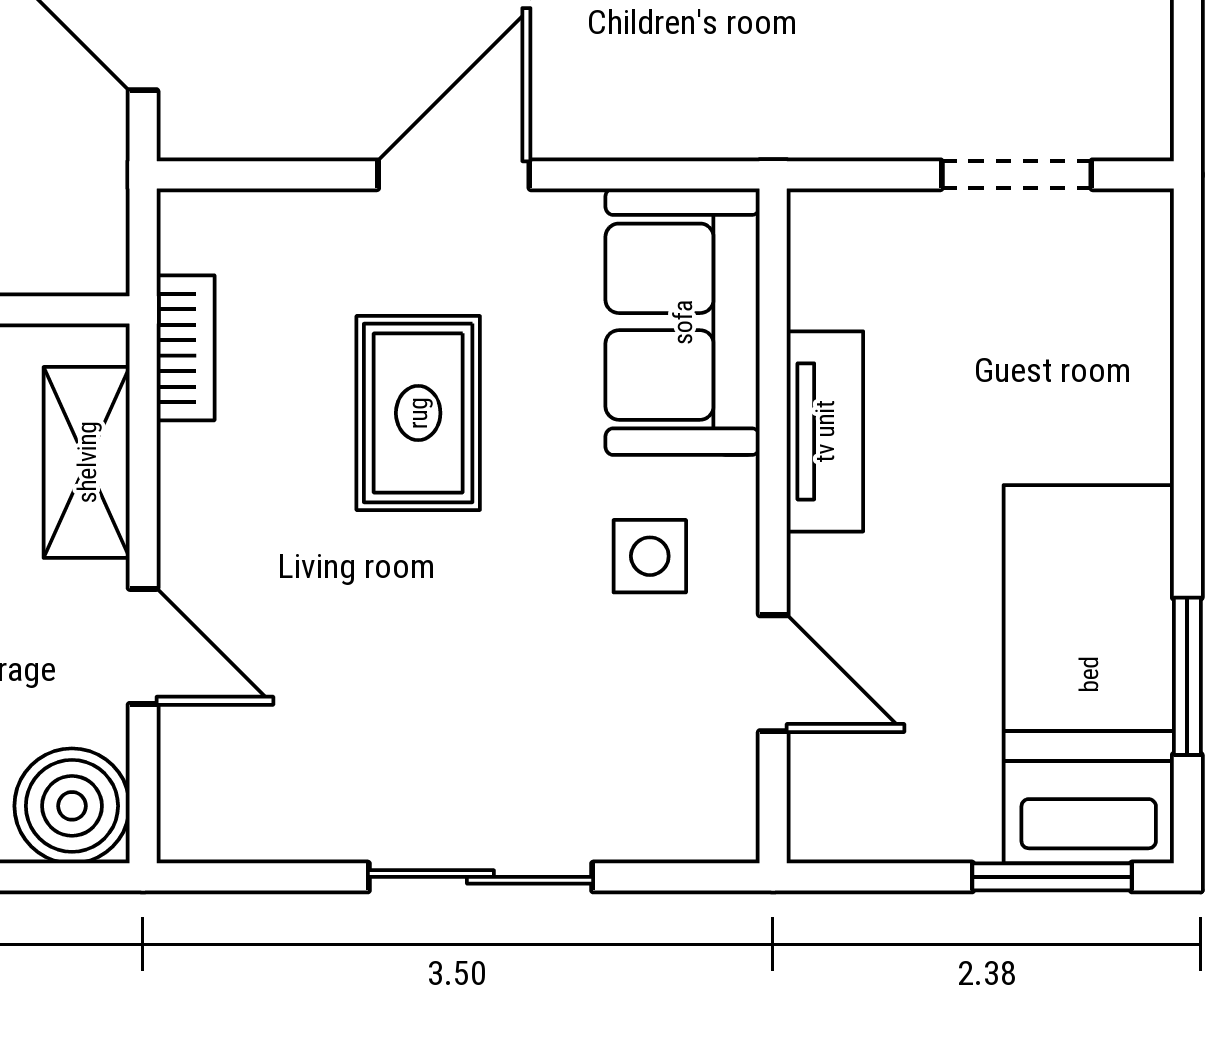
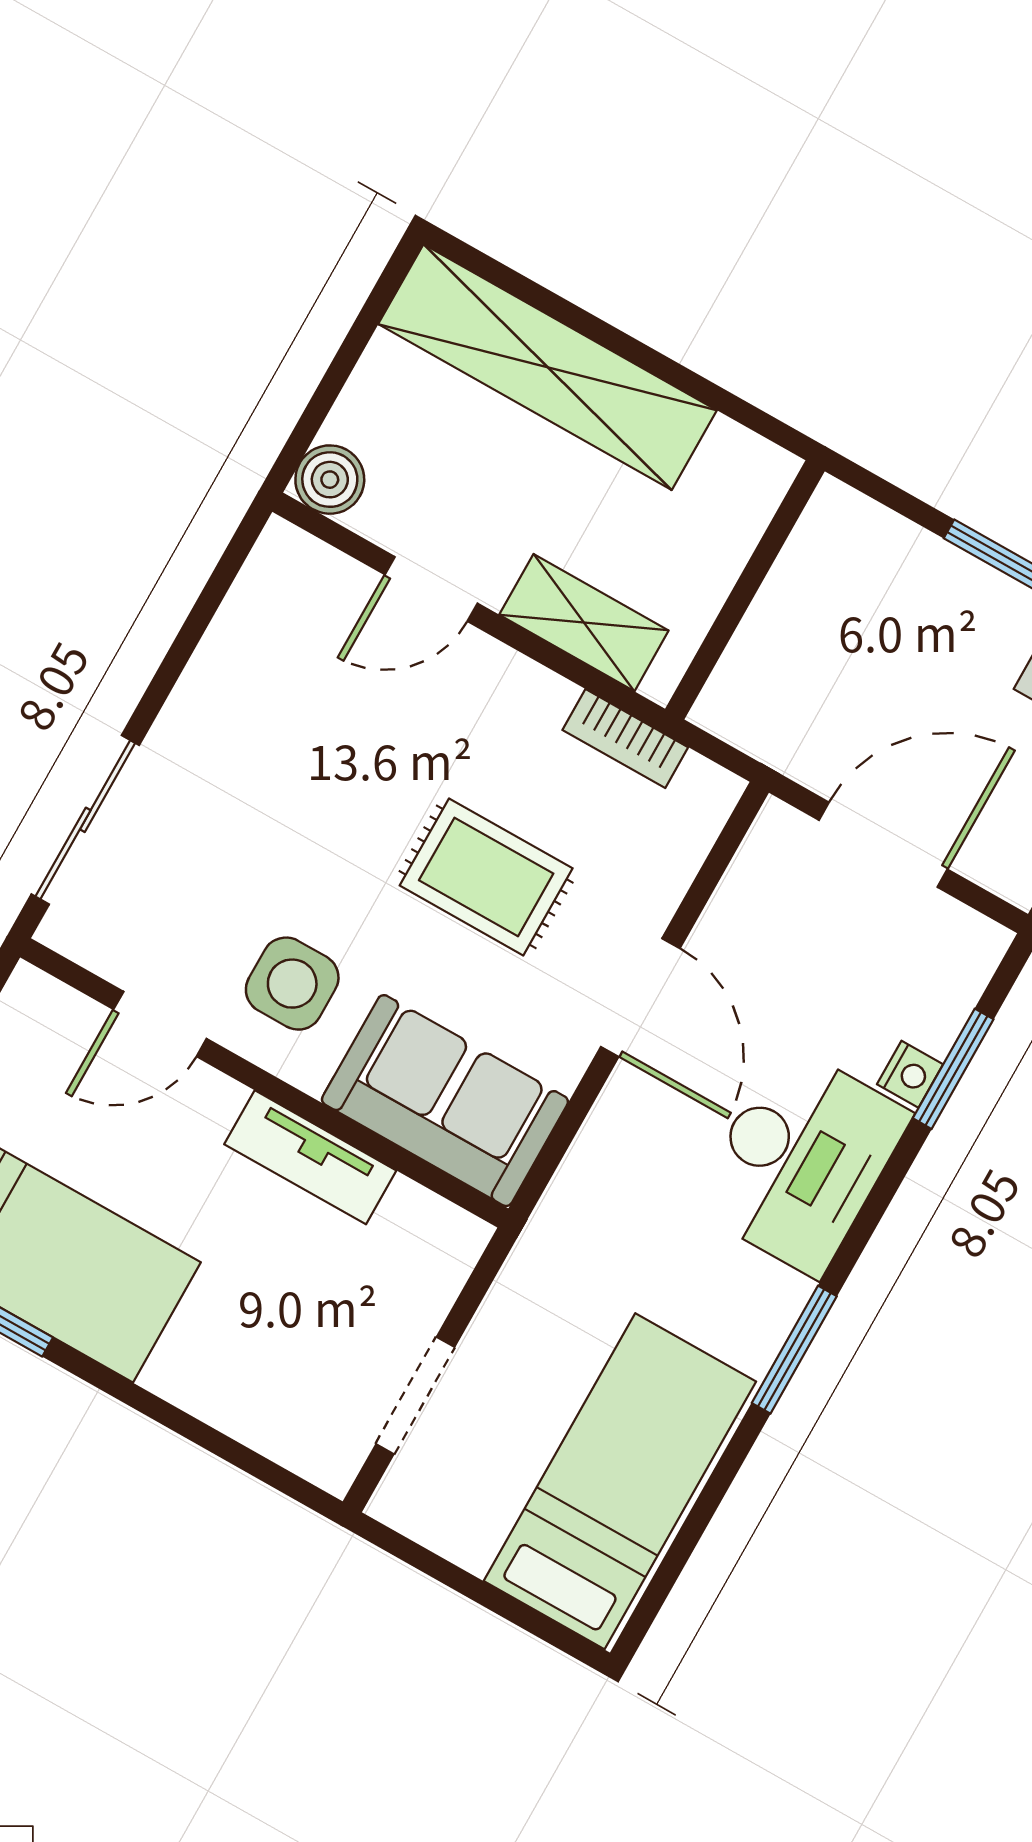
side table: (650, 556) -> (292, 984), width x1.37, depth x1.37
boiler: (72, 806) -> (330, 480), width x0.73, depth x0.73
sliding door: (480, 877) -> (85, 820), moved

